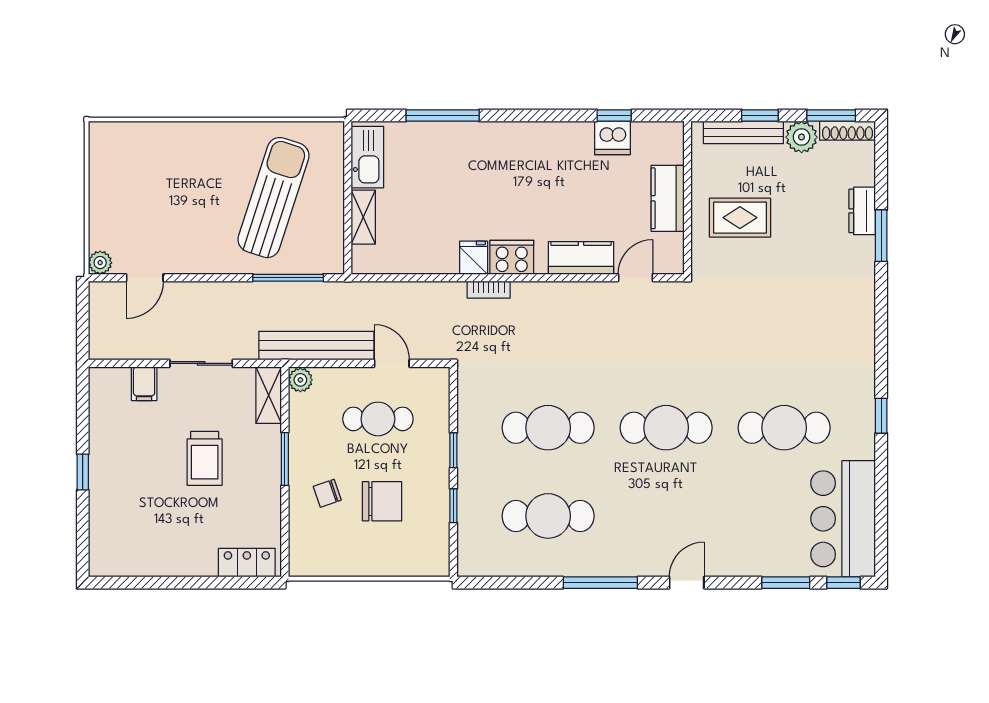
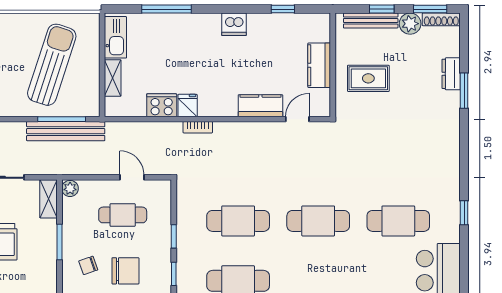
dishwasher: (612, 138) -> (234, 24), moved
cooker: (512, 257) -> (162, 105), moved
bench: (316, 346) -> (66, 131), moved

